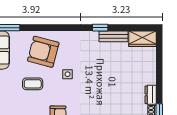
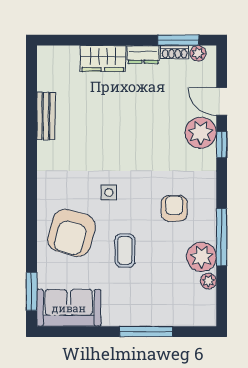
window: (100, 28) -> (32, 138), removed
wardrobe: (143, 39) -> (103, 58), moved, turned 90

